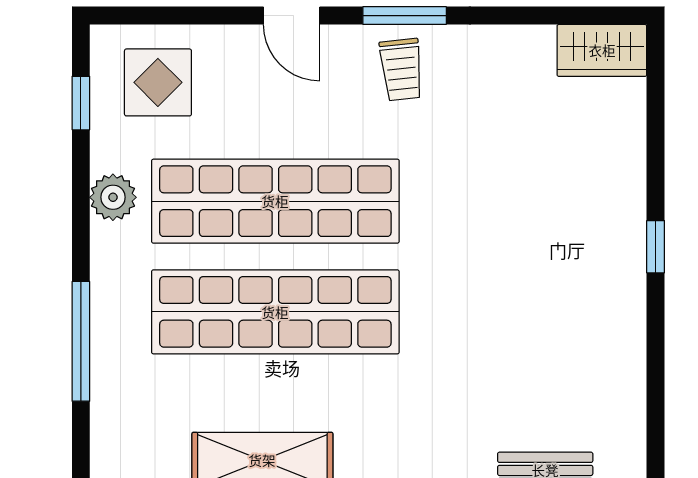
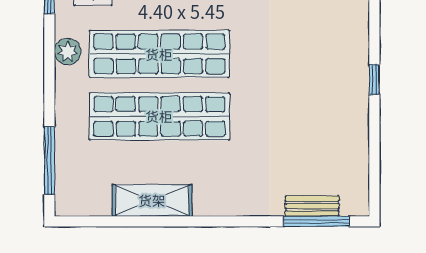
window: (81, 341) -> (49, 161), moved

